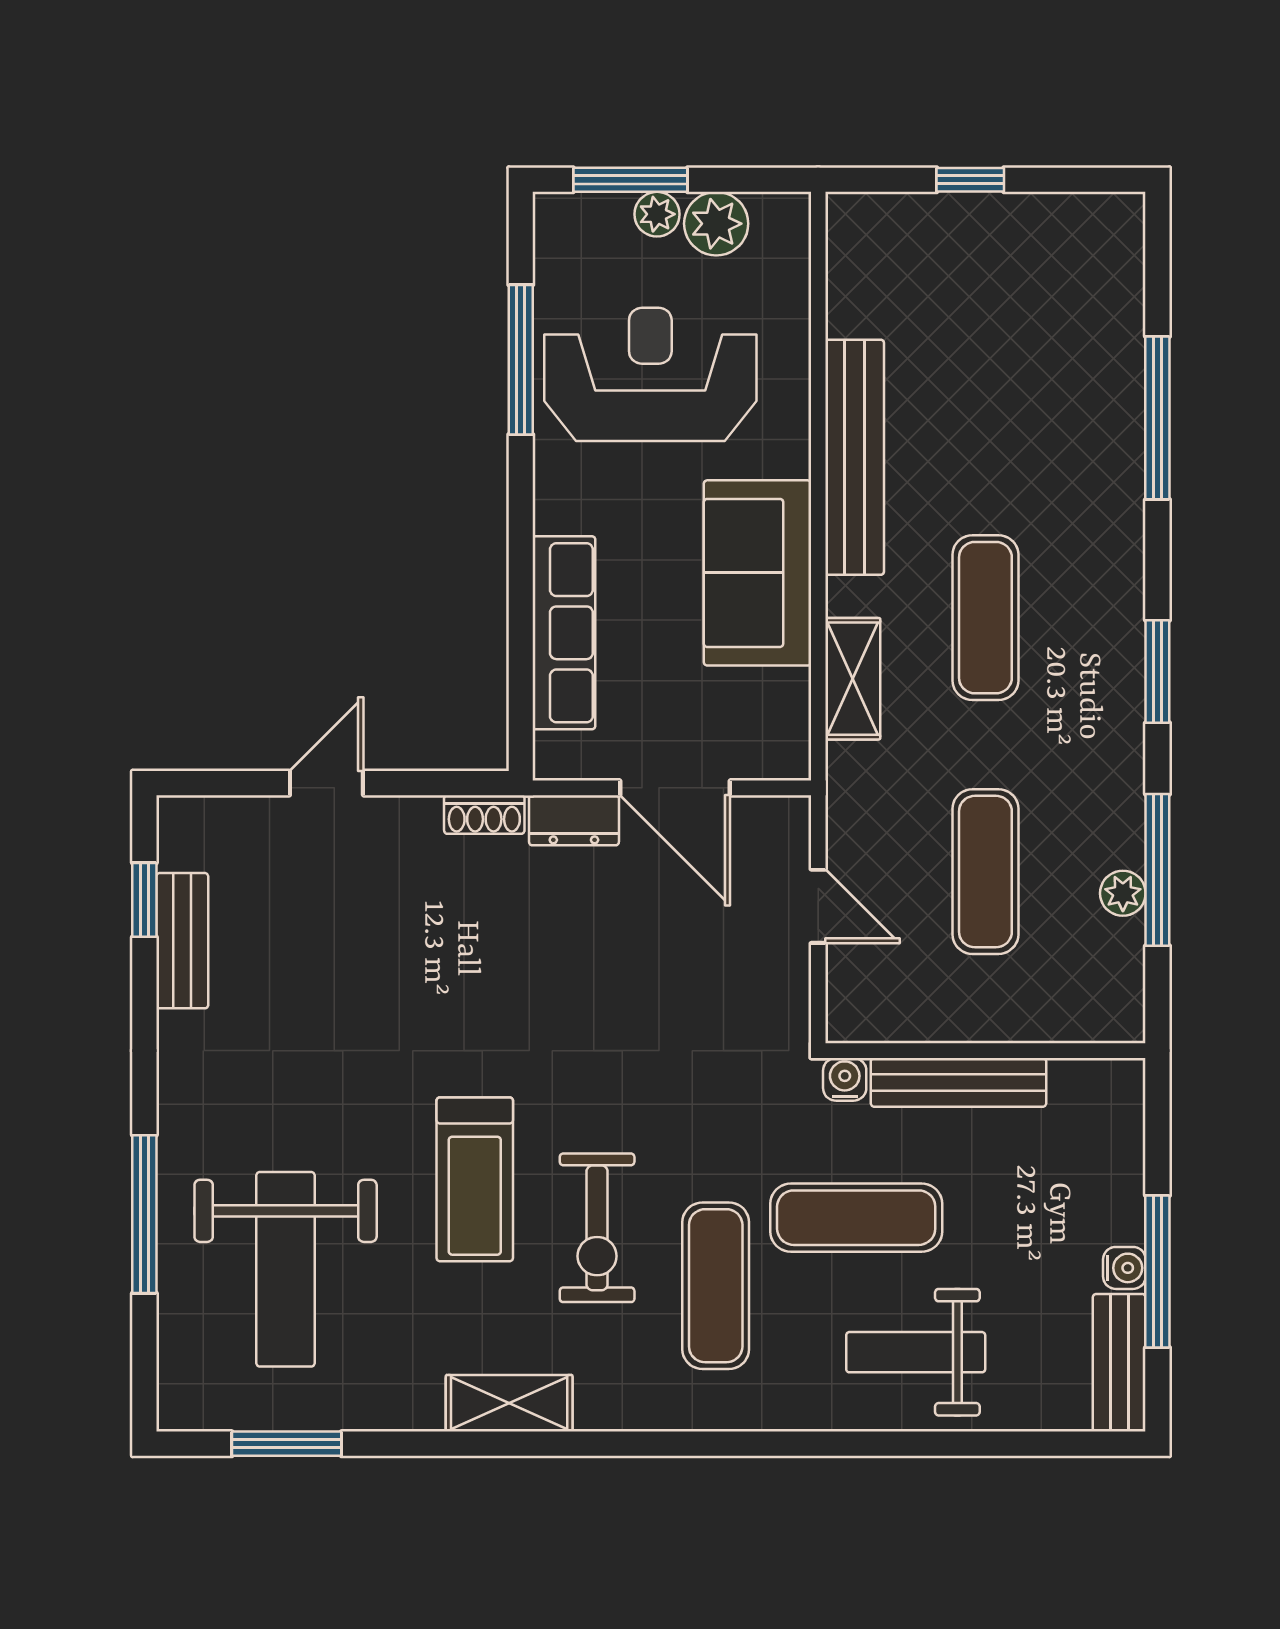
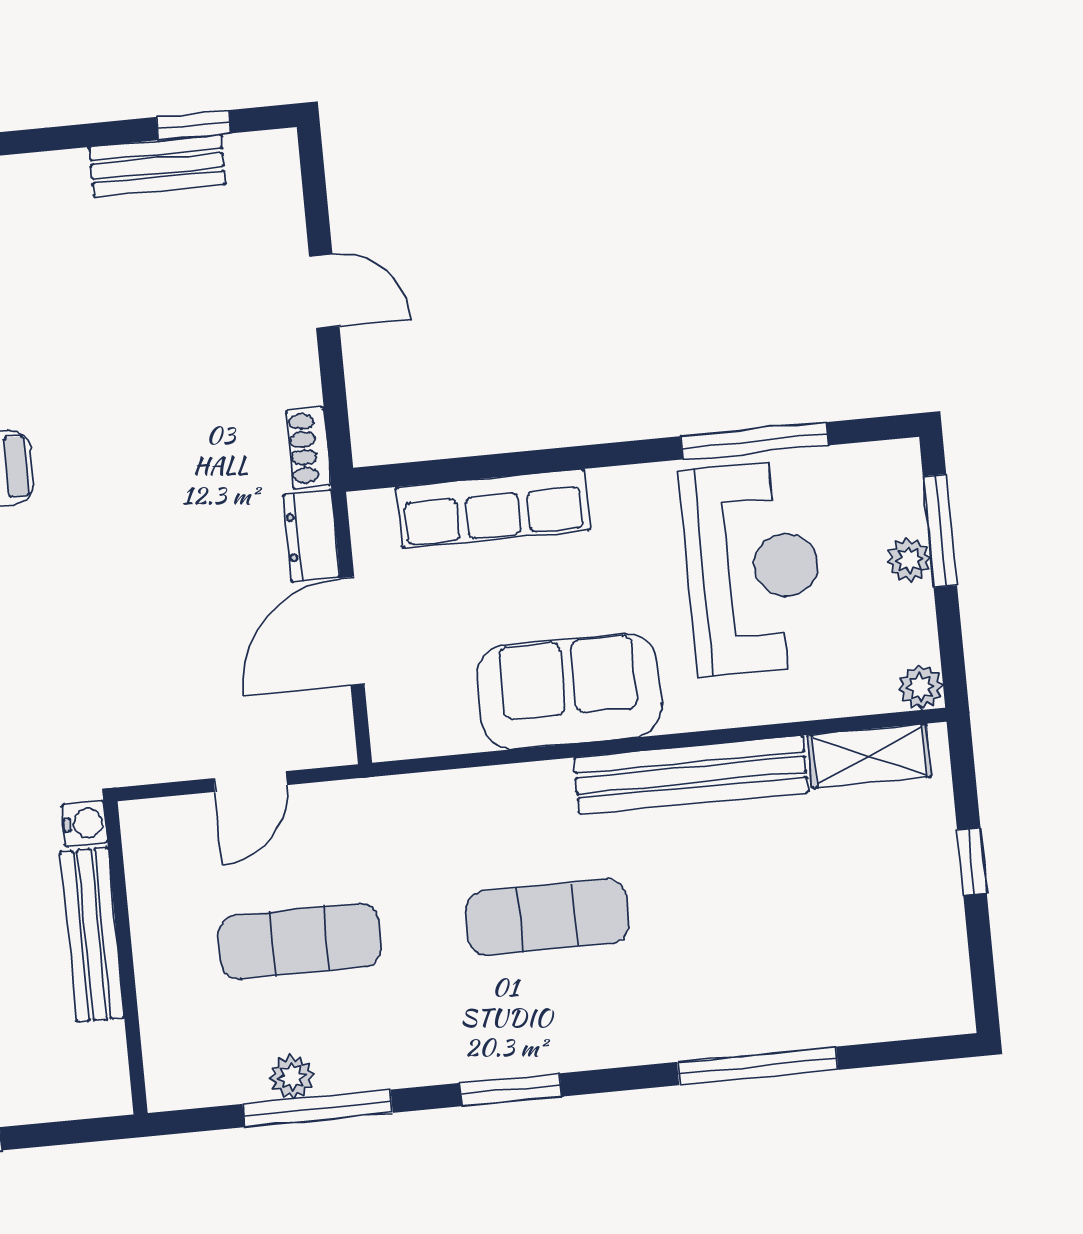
plant: (716, 224) -> (920, 687), moved, width x0.73, depth x0.73
shelving: (853, 679) -> (869, 756), moved

